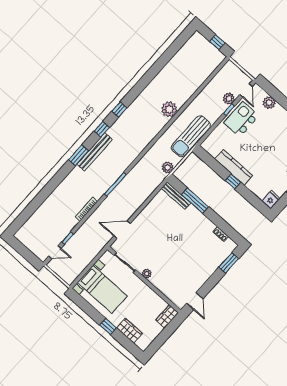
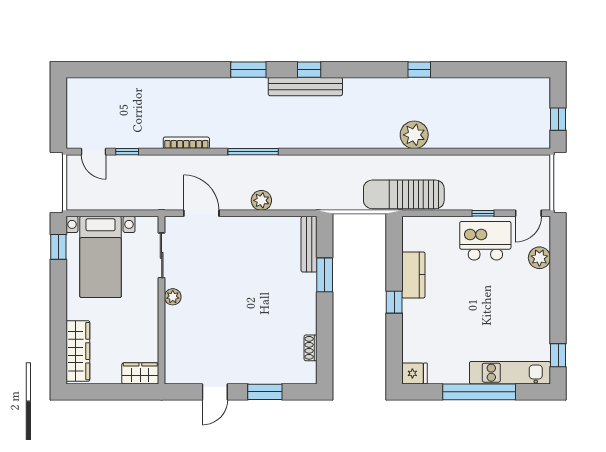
plant: (229, 99) -> (498, 200), removed
window: (119, 110) -> (419, 70), moved
bench: (95, 152) -> (305, 87), moved
plant: (168, 167) -> (261, 200), moved
kitchen counter: (234, 167) -> (413, 275), width x0.67
window: (195, 201) -> (325, 275), width x0.69
window: (229, 263) -> (265, 392), moved
door: (195, 301) -> (215, 392), moved
window: (108, 326) -> (58, 247), moved
wardrobe: (129, 331) -> (78, 351), width x1.50

